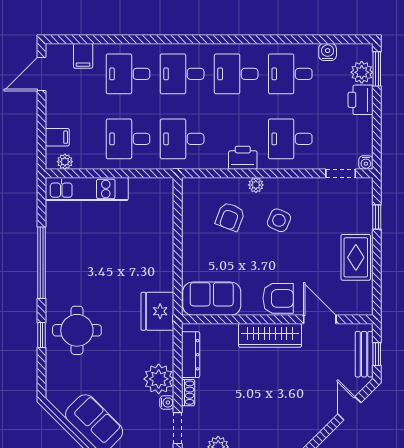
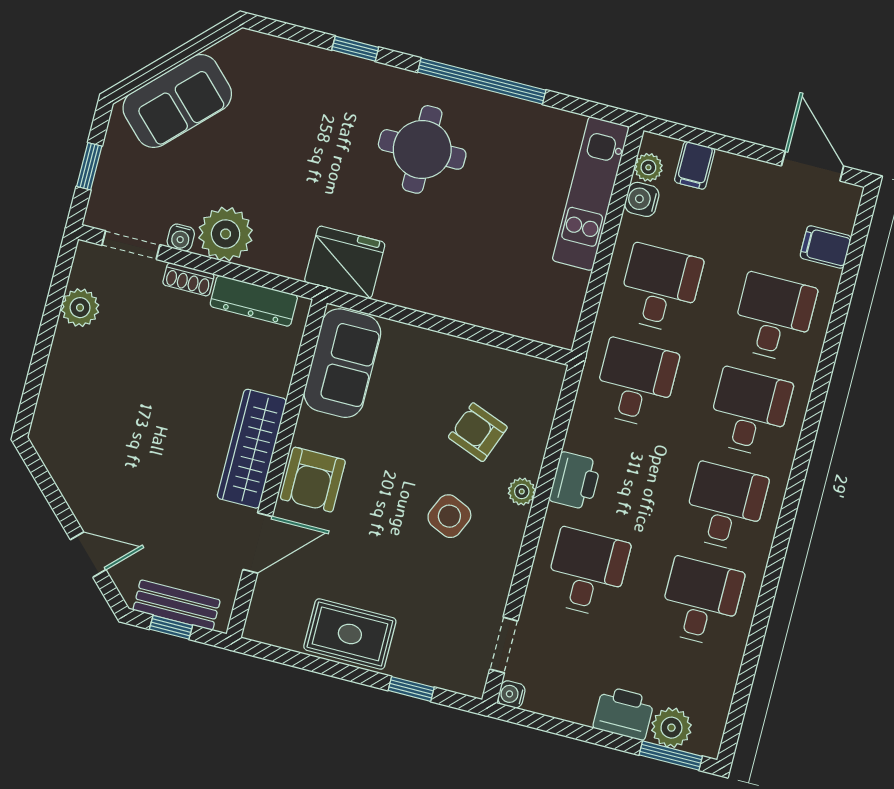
water cooler: (328, 52) -> (642, 199), moved, turned 180
round table: (77, 330) -> (422, 149), moved

